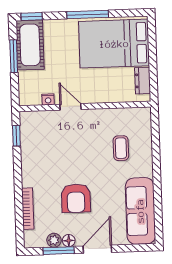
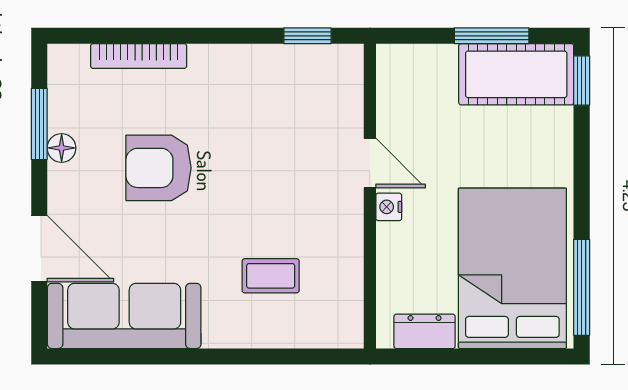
window: (88, 15) -> (582, 287), moved
nightstand: (48, 100) -> (389, 207), moved
door: (71, 107) -> (370, 163), hinge flipped
plant: (54, 240) -> (64, 114), removed
door: (97, 249) -> (39, 249), moved

